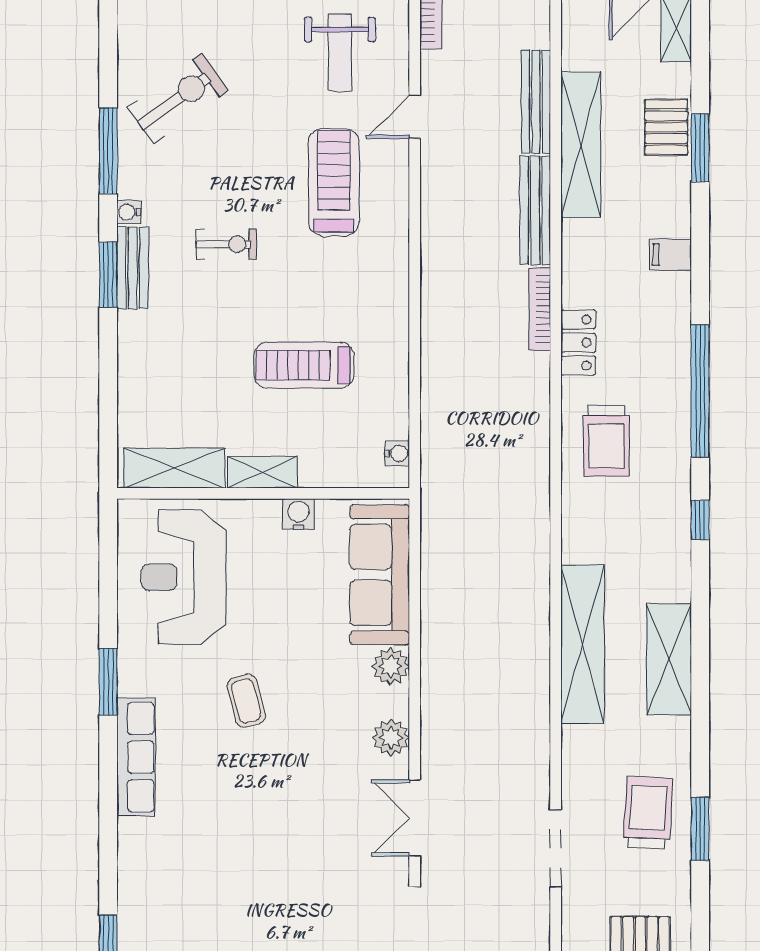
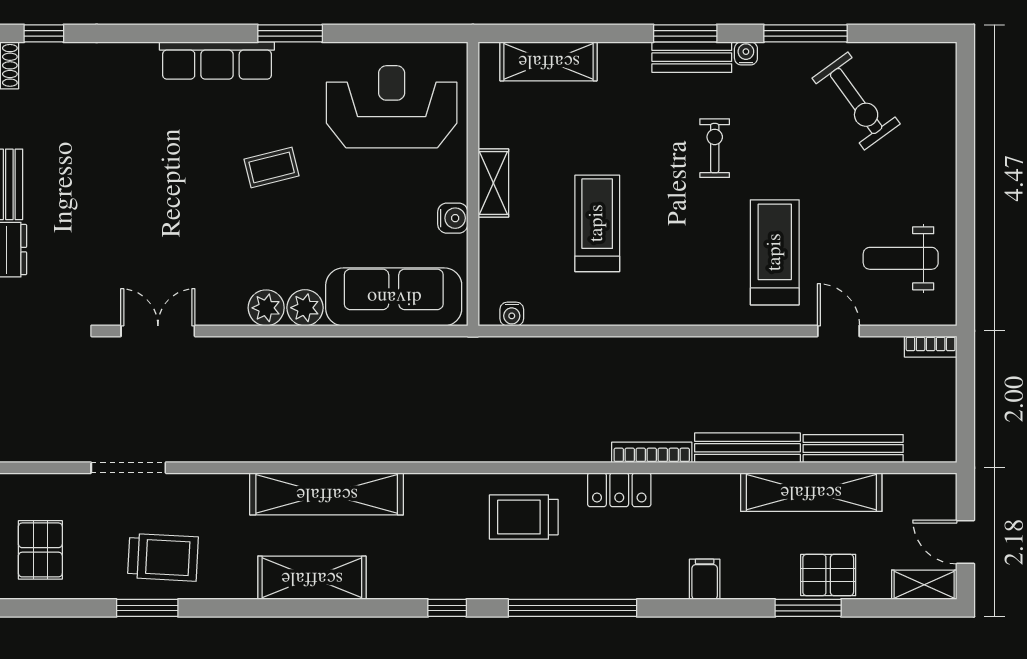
treadmill: (334, 182) -> (775, 252), turned -90
exercise bike: (226, 244) -> (715, 148), turned 180
shelving: (174, 468) -> (549, 61), moved, turned 90
plant: (391, 738) -> (266, 308), moved

